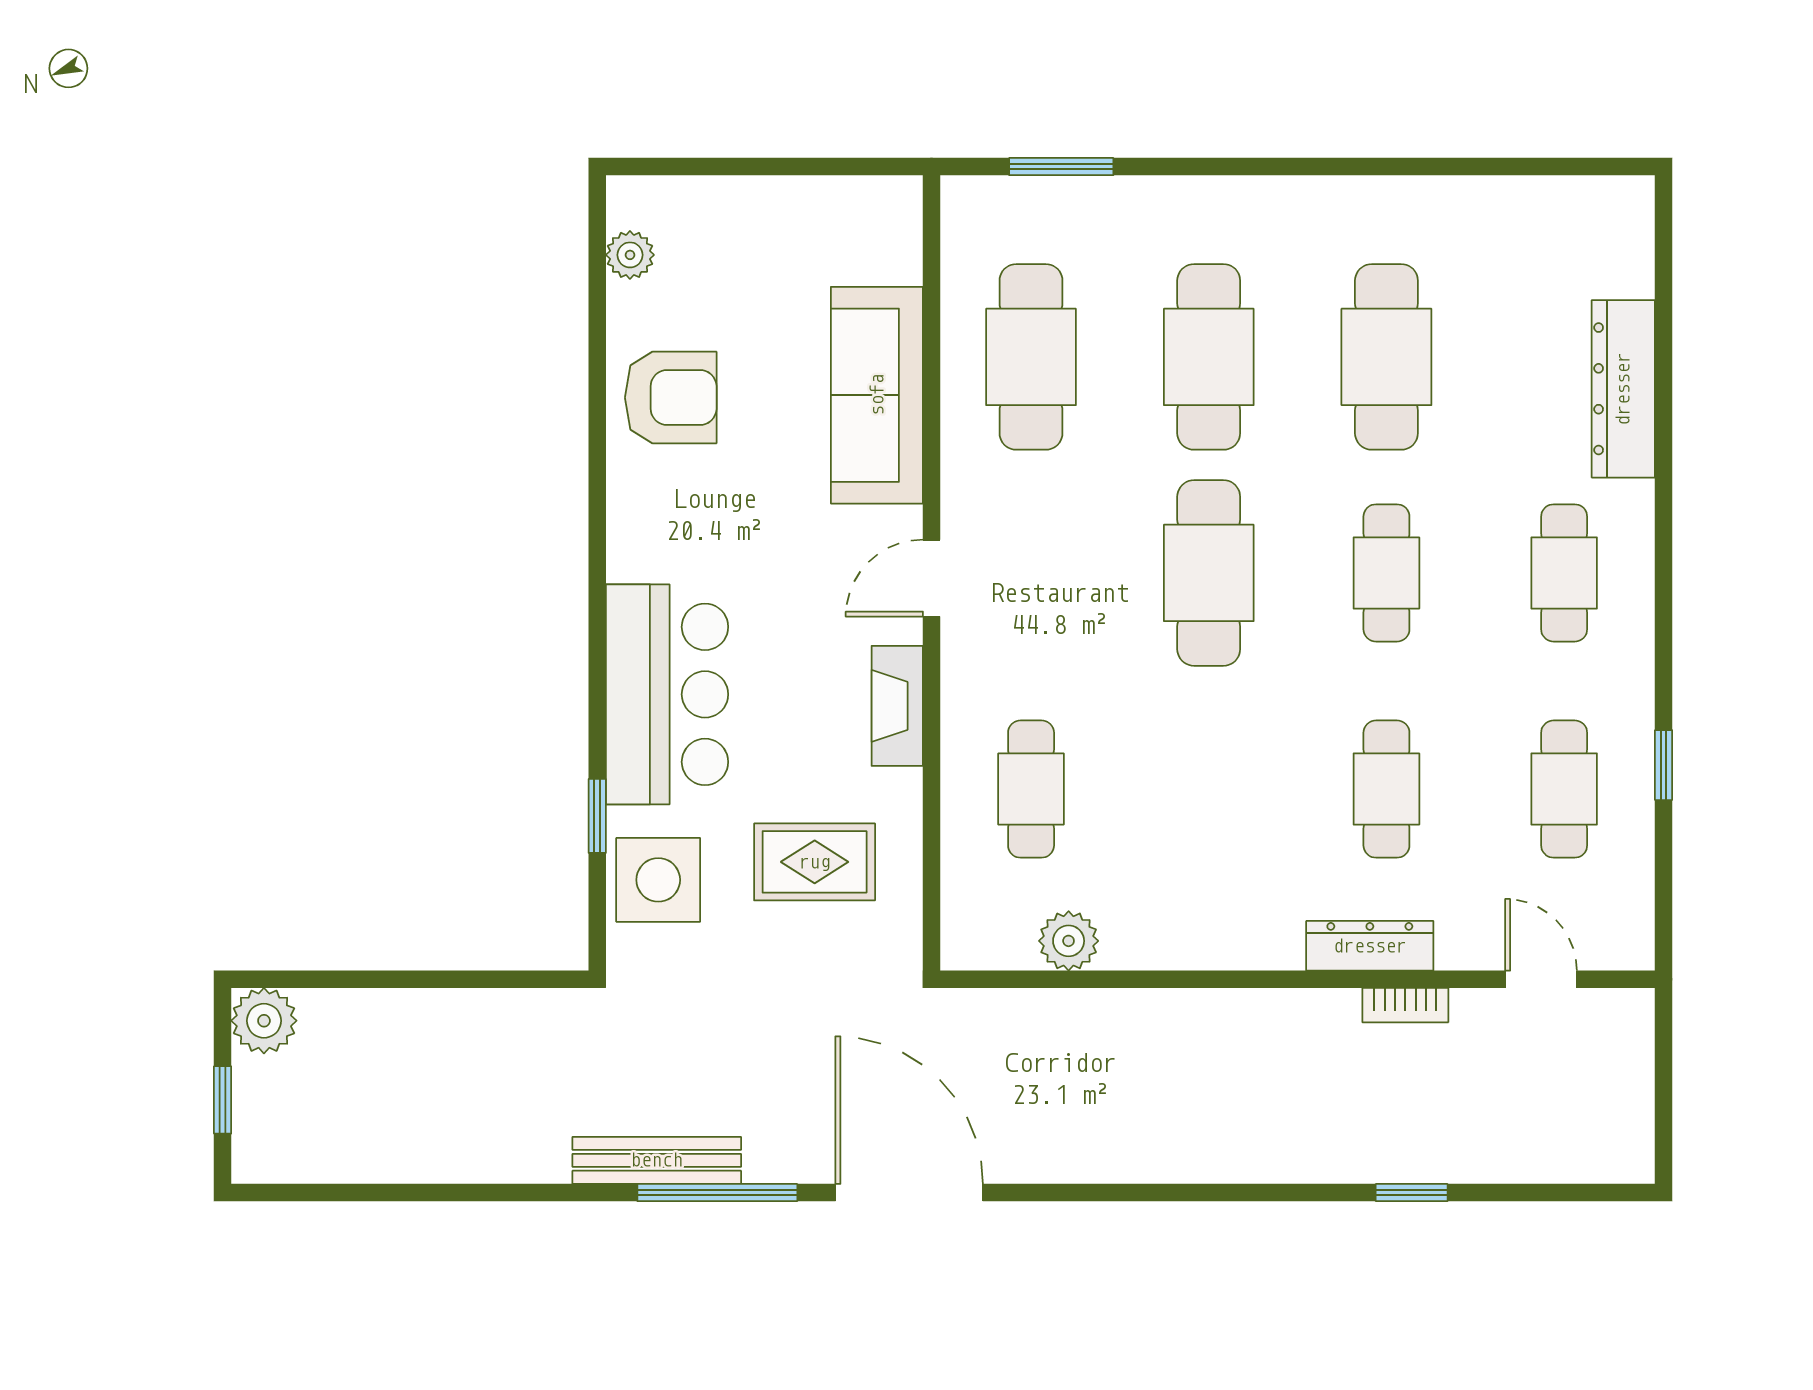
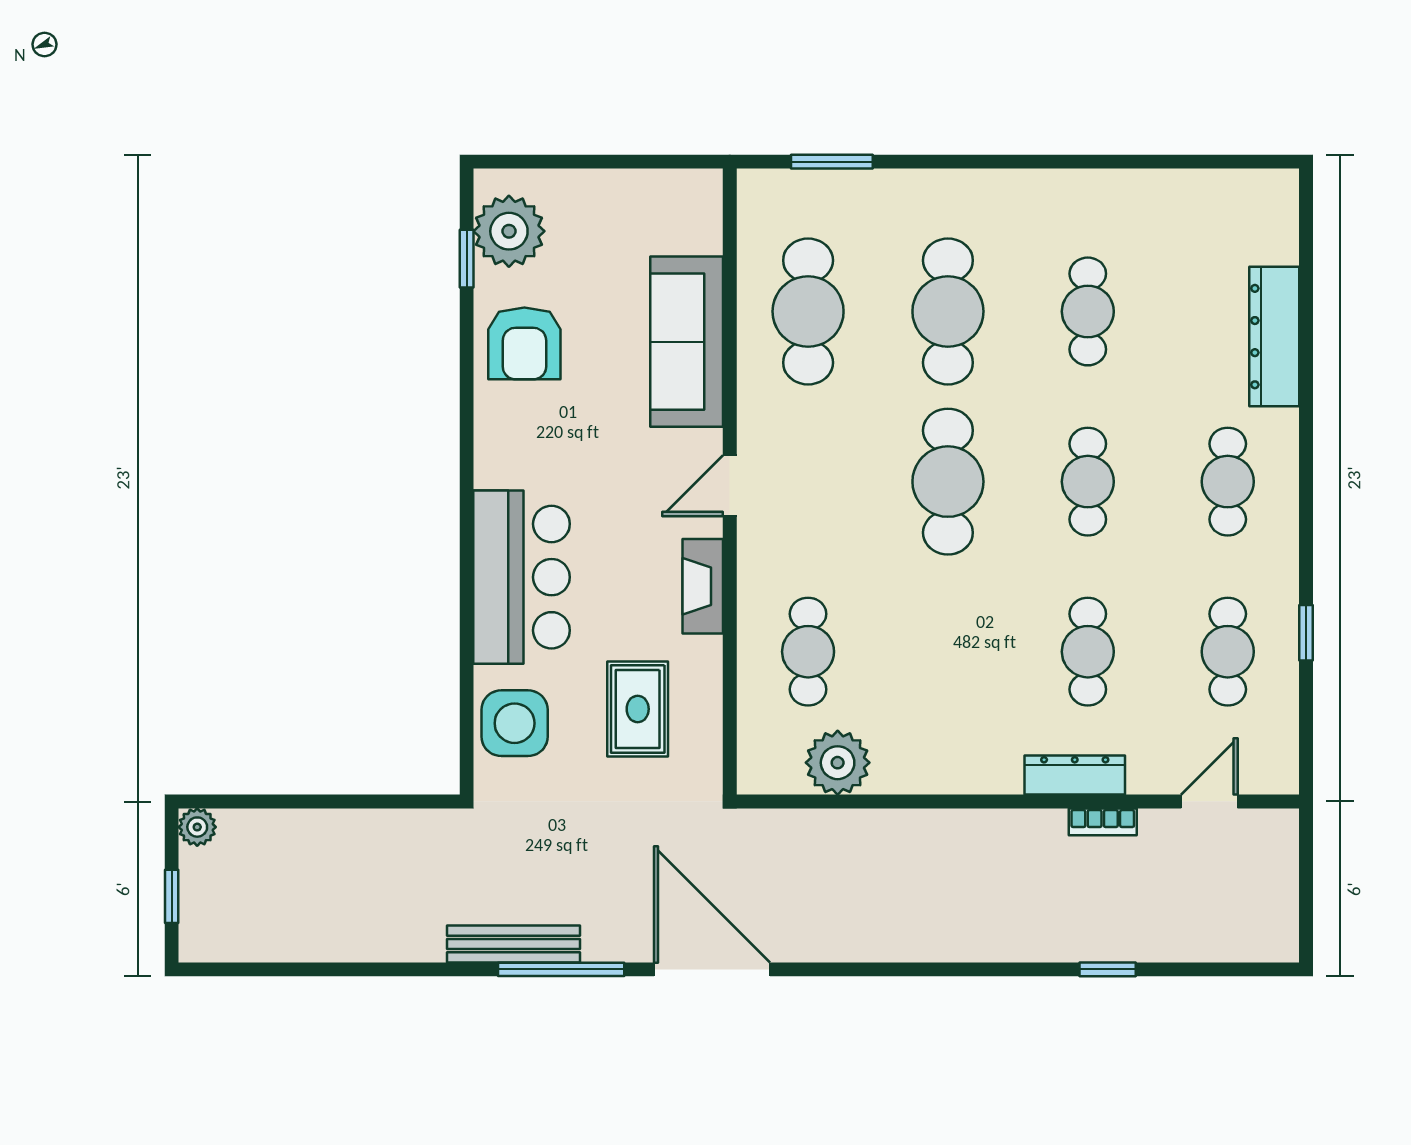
plant: (630, 255) -> (509, 231), width x1.88, depth x1.88
cafe table: (1386, 357) -> (1088, 311), width x0.73, depth x0.74
armchair: (671, 398) -> (524, 343), turned 90
window: (597, 816) -> (467, 259), moved
rug: (815, 862) -> (638, 709), turned 90
plant: (1069, 941) -> (838, 763), width x1.36, depth x1.36
door: (1541, 979) -> (1209, 801), hinge flipped
plant: (264, 1021) -> (197, 827), width x0.73, depth x0.73

